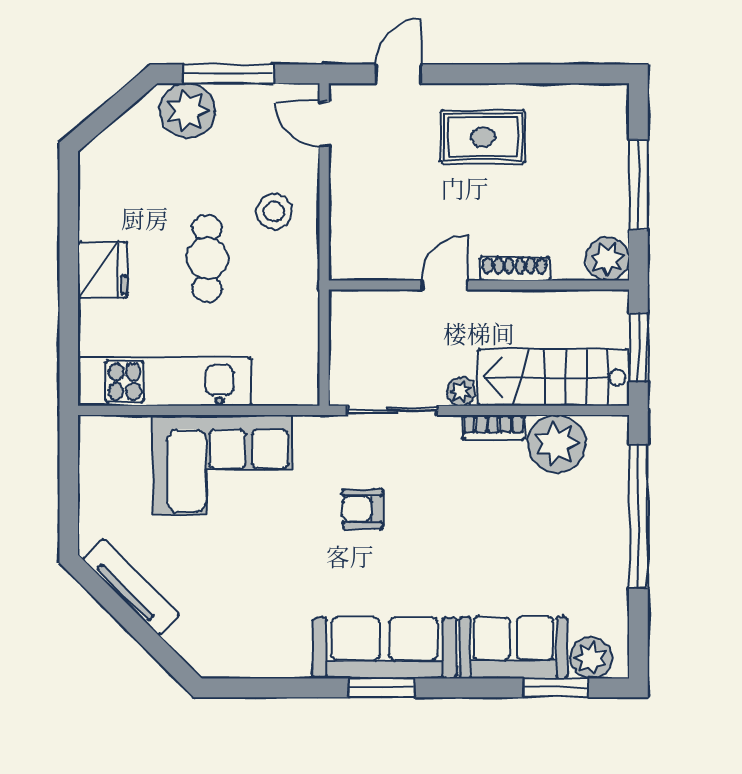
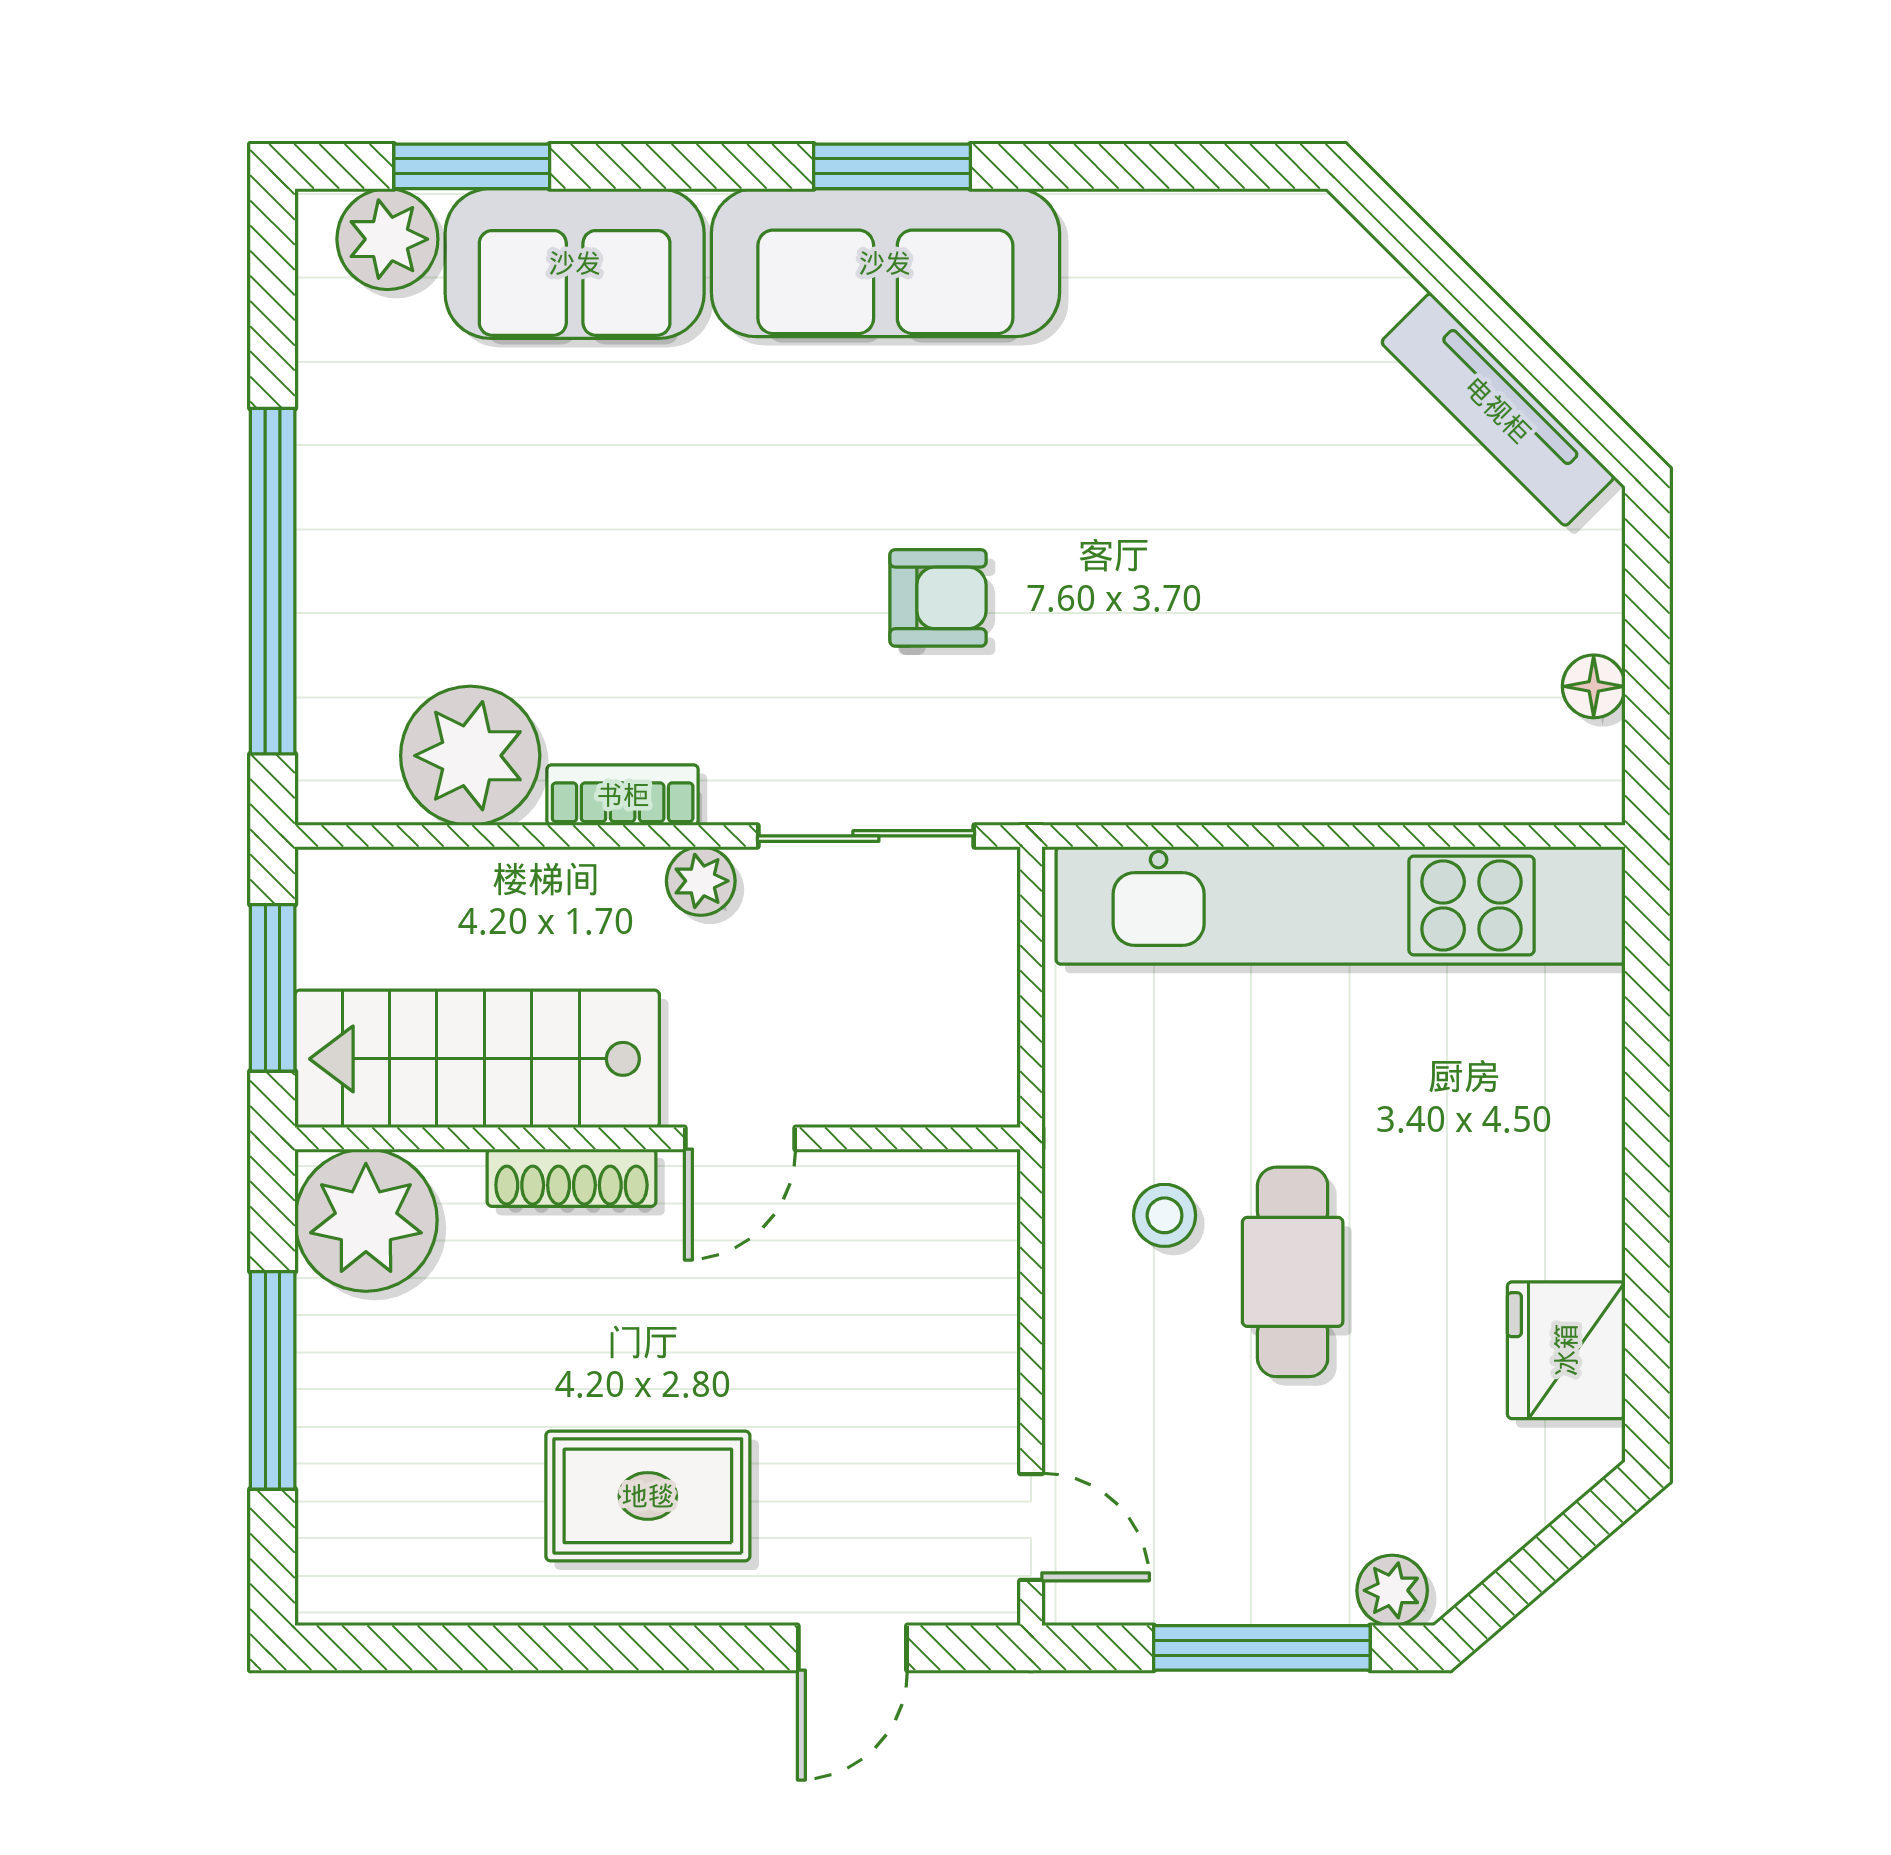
plant: (187, 111) -> (1392, 1590), width x0.53, depth x0.53
stool: (274, 212) -> (1165, 1215), moved, width x0.73, depth x0.73
cafe table: (207, 258) -> (1293, 1272), moved
plant: (608, 259) -> (366, 1220), width x1.36, depth x1.36
fridge: (102, 270) -> (1566, 1350), moved
stairs: (554, 377) -> (477, 1059), moved, turned 180
kitchen unit: (164, 382) -> (1341, 905), width x1.36
corner sofa: (223, 465) -> (1276, 705), removed
floor lamp: (91, 472) -> (1594, 686), added

